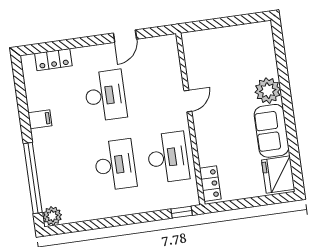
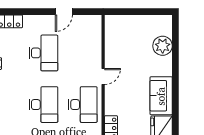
plant: (268, 91) -> (163, 46), moved
door: (188, 101) -> (103, 76), moved

